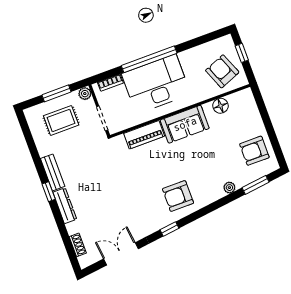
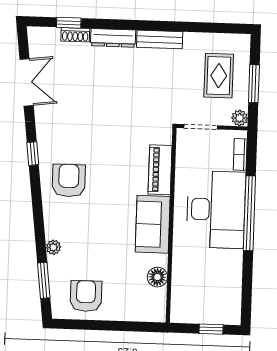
armchair: (222, 71) -> (198, 296), removed
window: (49, 192) -> (69, 23), moved
shoe rack: (78, 245) -> (75, 35), moved

